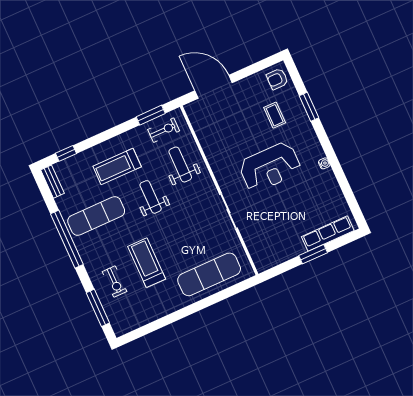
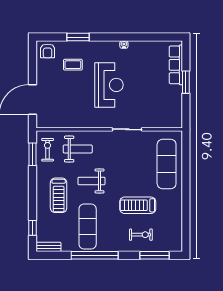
weight bench: (180, 164) -> (78, 149), turned 180

